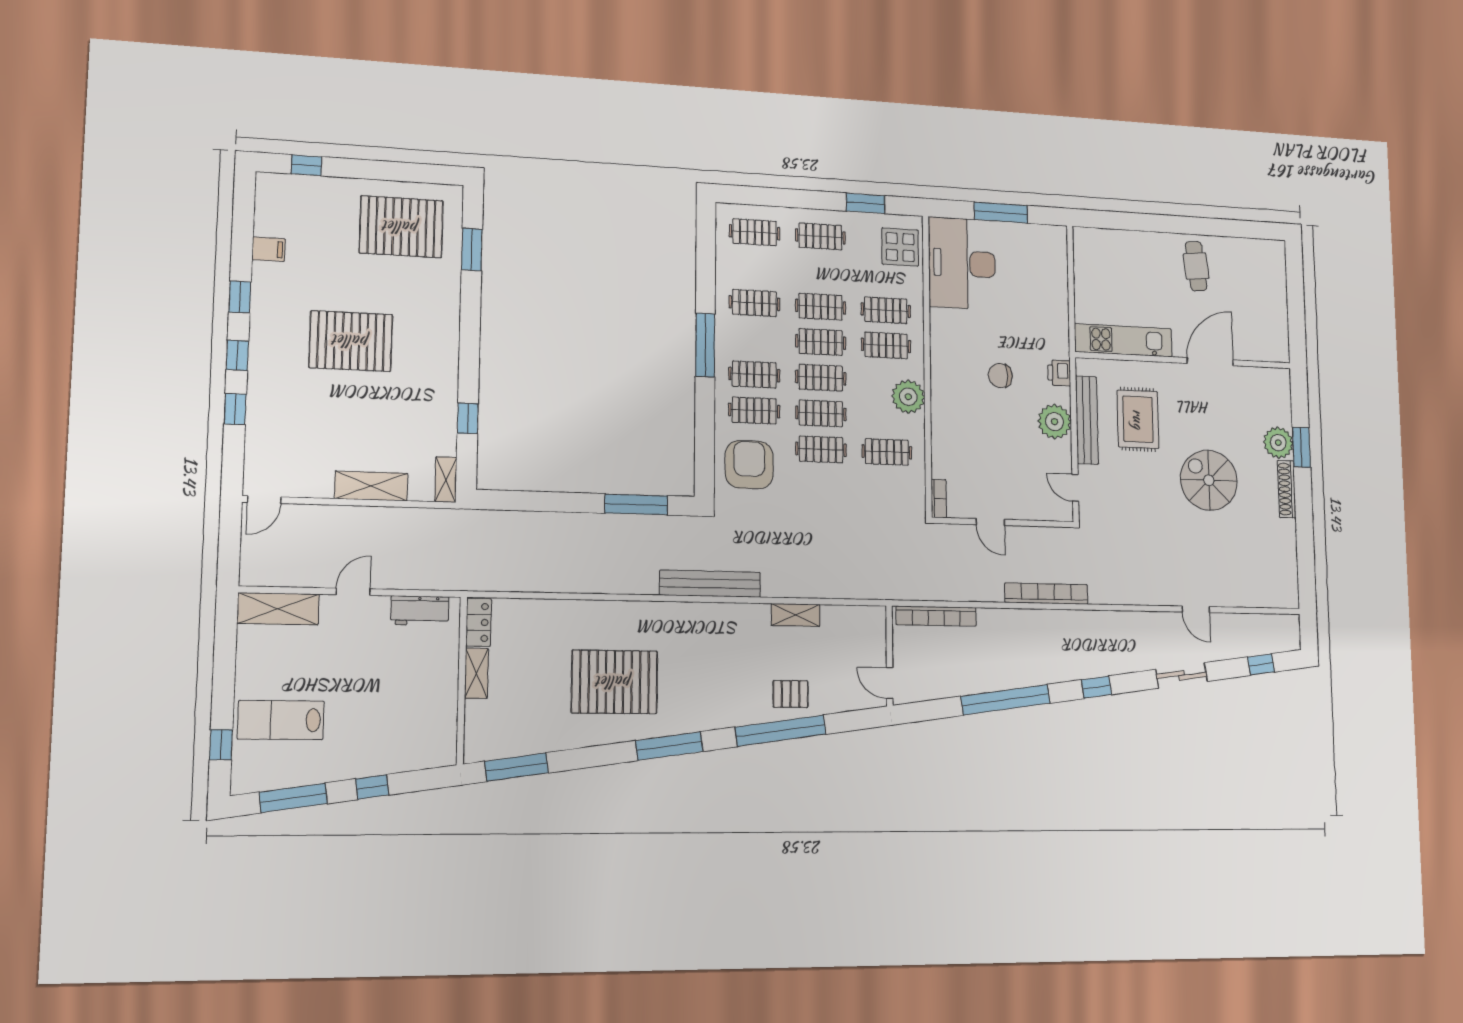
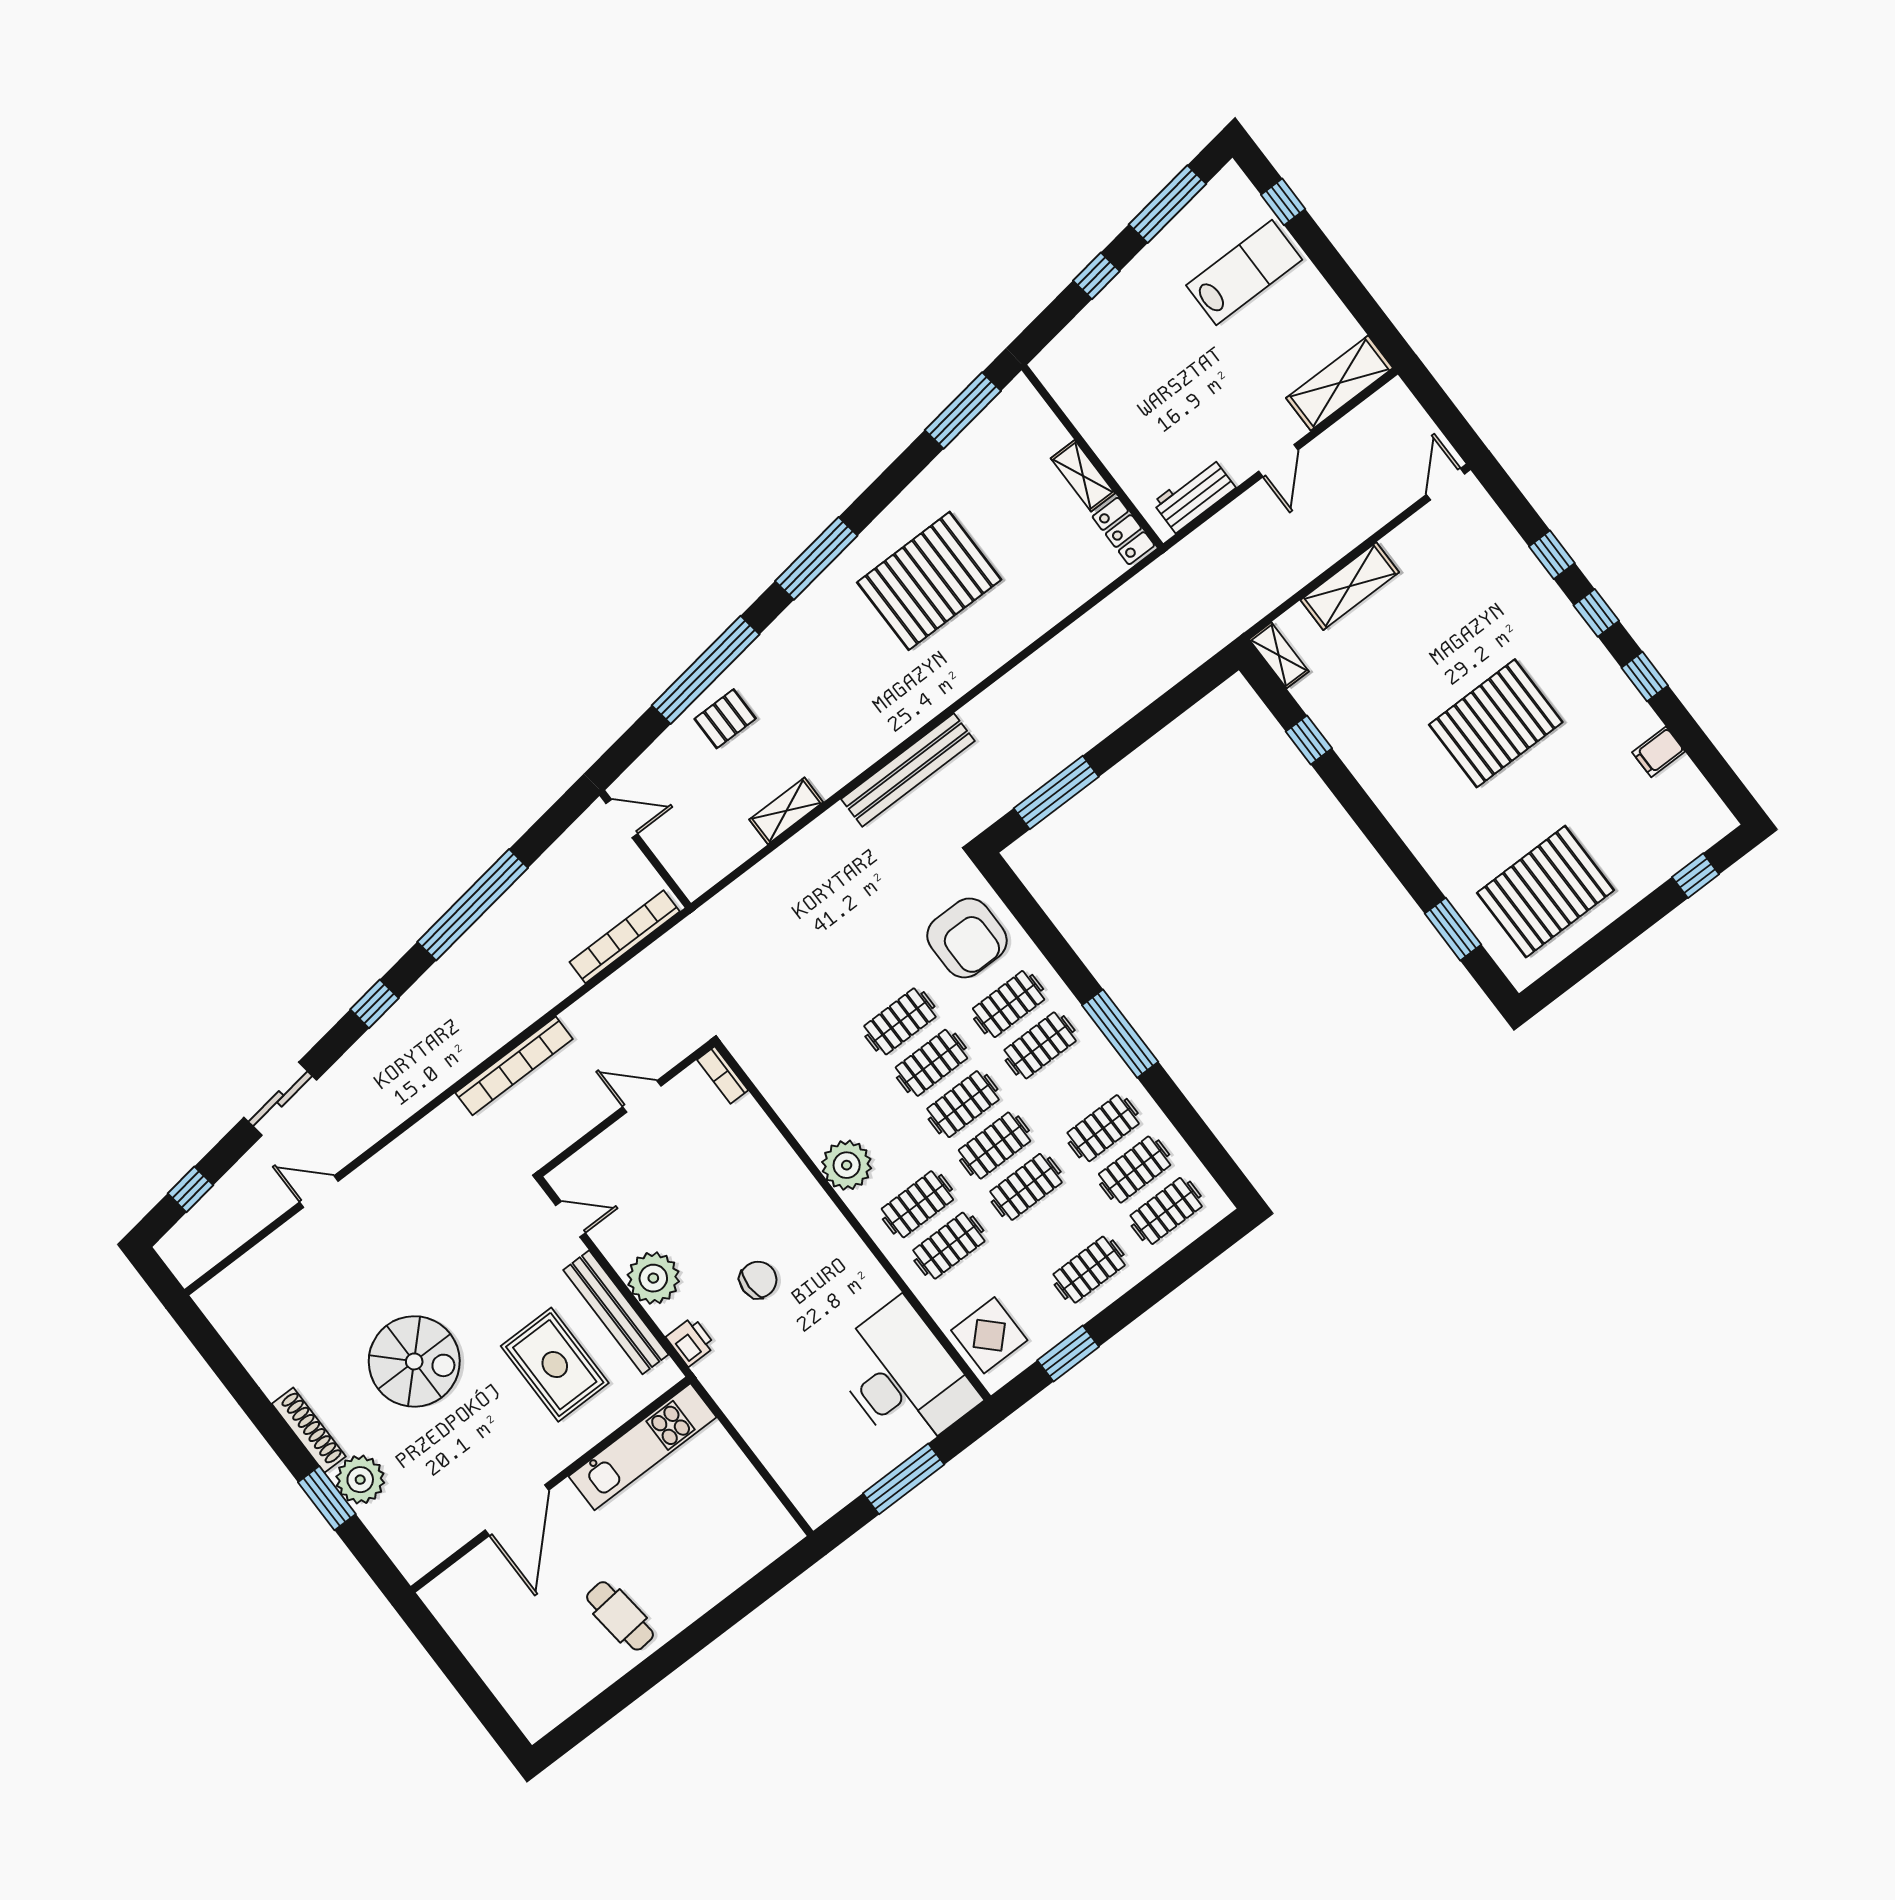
clothes rail: (887, 452) -> (1135, 1170), moved

